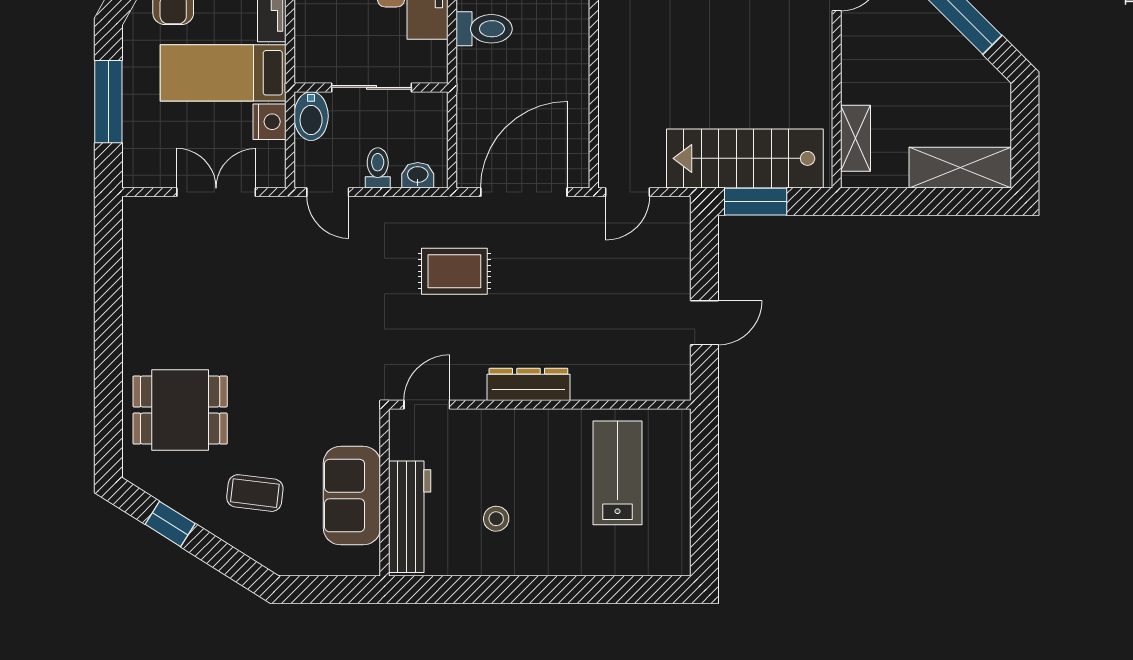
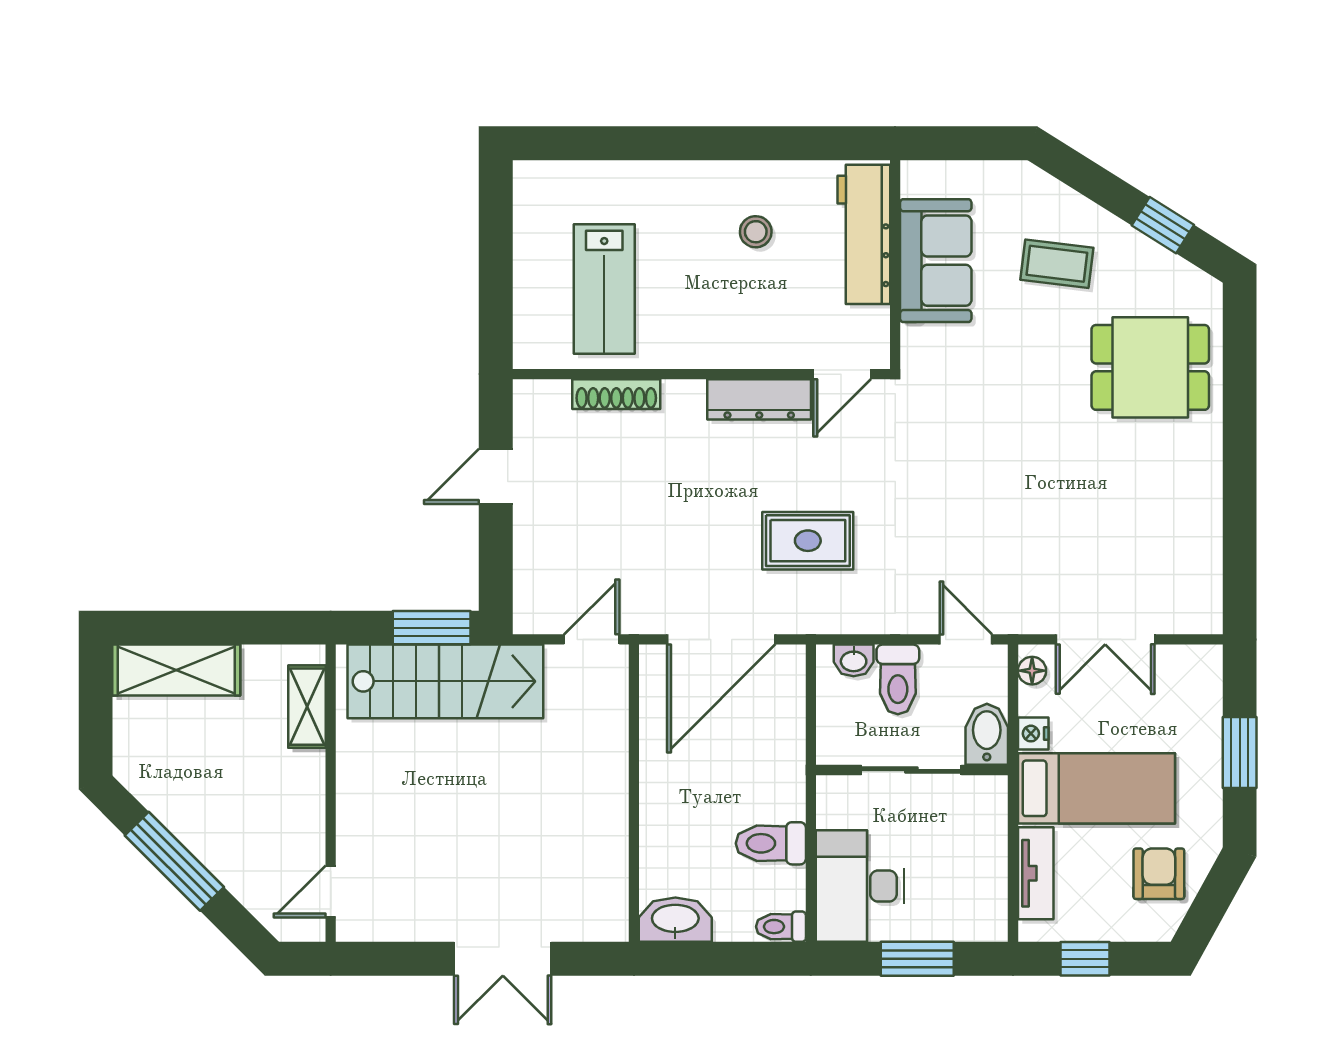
window: (108, 102) -> (1240, 752), width x0.69
nightstand: (269, 122) -> (1033, 734), width x0.72, depth x0.74
floor lamp: (275, 167) -> (1032, 671), added
toilet: (378, 168) -> (898, 679), width x1.37, depth x1.39
dresser: (528, 384) -> (759, 399), moved
shoe rack: (608, 389) -> (616, 394), added

